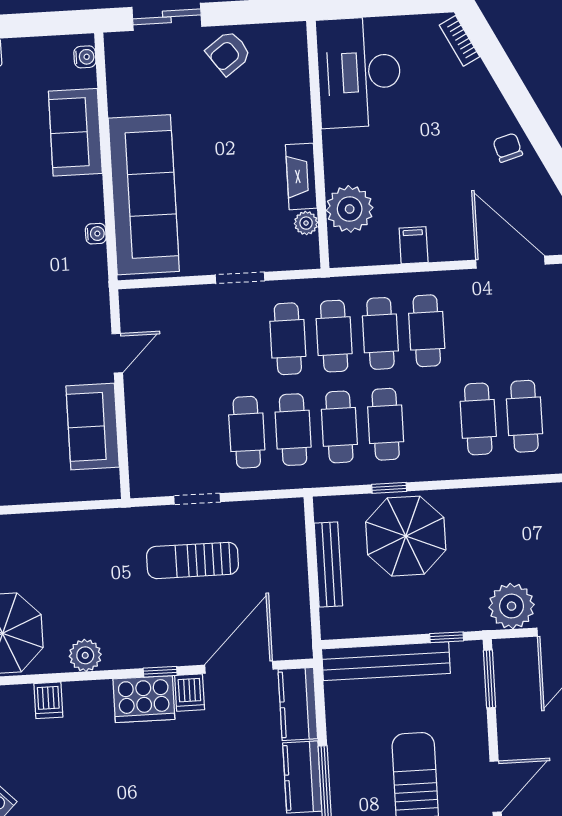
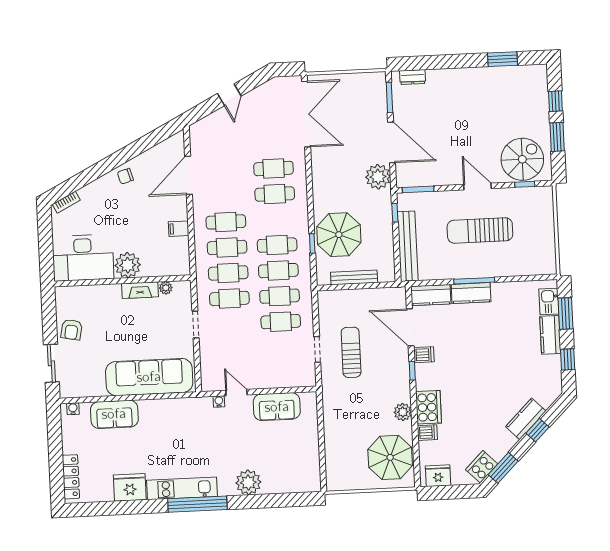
armchair: (228, 53) -> (72, 330), turned 47
plant: (350, 209) -> (128, 265), moved
water cooler: (96, 234) -> (219, 401), moved
sun lounger: (193, 560) -> (351, 352), turned 180
cooker: (144, 699) -> (429, 407), moved

